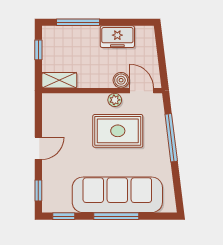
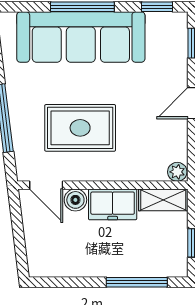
freezer: (117, 37) -> (113, 204), moved, turned 180
plant: (115, 100) -> (177, 172), moved

